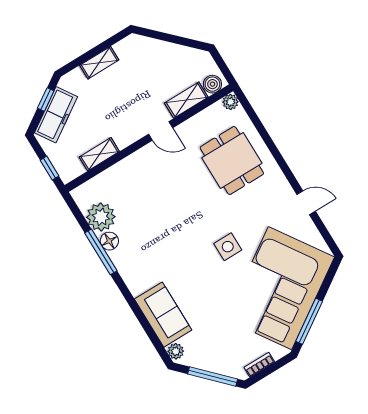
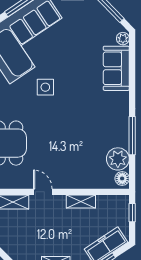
shelving: (99, 154) -> (81, 202), moved
floor lamp: (109, 241) -> (122, 178), moved

